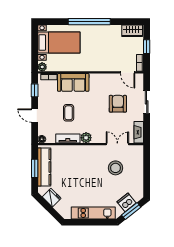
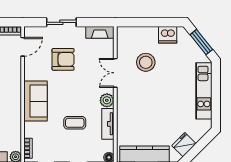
sofa: (73, 82) -> (36, 101), moved
armchair: (118, 104) -> (63, 59), turned 180
double door: (117, 144) -> (115, 73), moved
dishwasher: (126, 202) -> (168, 35), moved, turned -51

